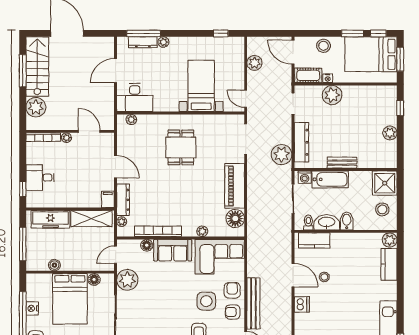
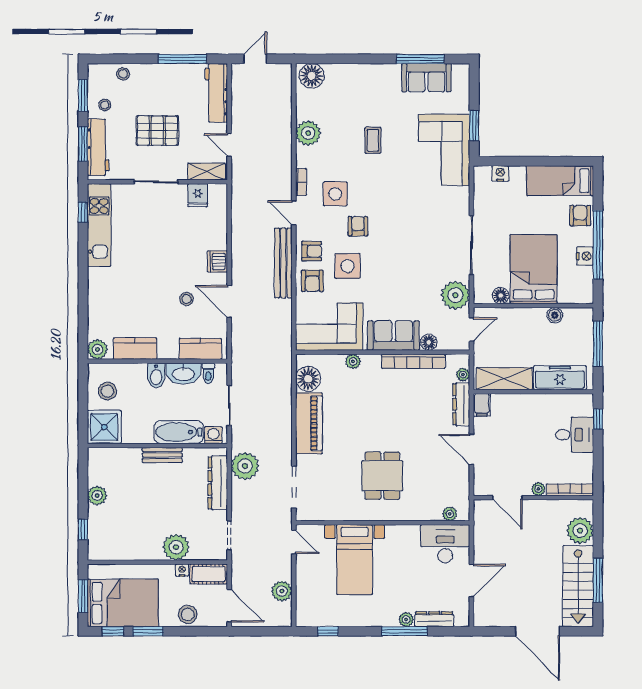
window: (144, 33) -> (405, 631), moved
kitchen counter: (389, 264) -> (135, 349), moved, turned -90

